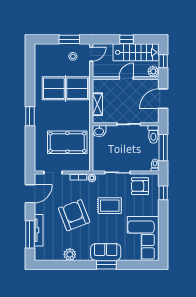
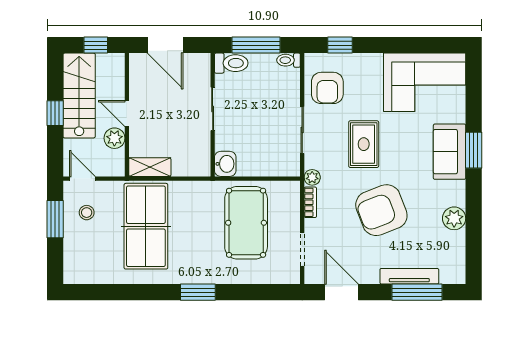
plant: (153, 71) -> (114, 138), moved
shelving: (97, 104) -> (150, 167), moved

